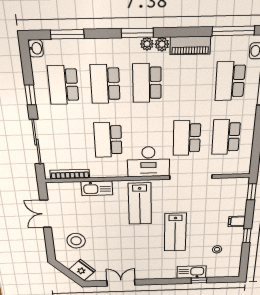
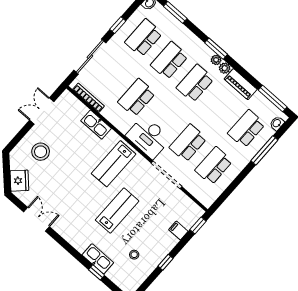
filing cabinet: (237, 221) -> (178, 231), moved
lab bench: (175, 232) -> (117, 211), turned 180

